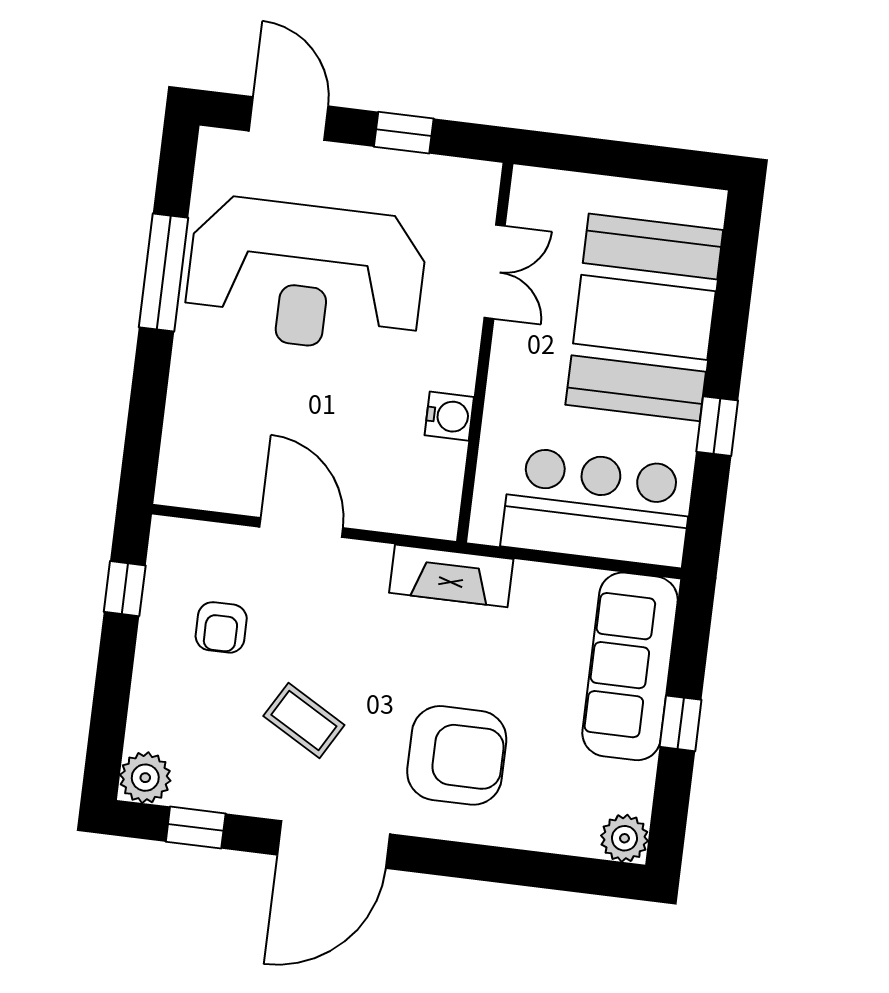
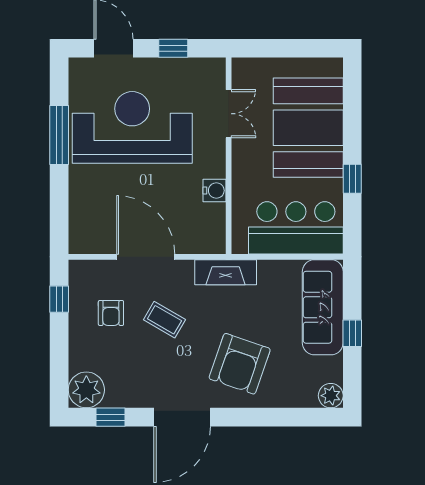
reception desk: (306, 275) -> (132, 127), turned 180
door: (301, 527) -> (146, 257), width x1.36
coffee table: (304, 720) -> (164, 320), moved
armchair: (457, 755) -> (240, 364), turned 109
plant: (145, 778) -> (86, 390), width x1.36, depth x1.36

